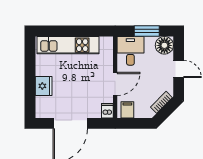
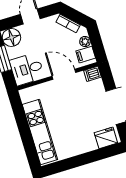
fridge: (44, 86) -> (106, 138), moved
plant: (140, 113) -> (85, 42), added

